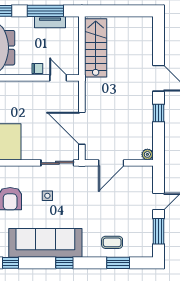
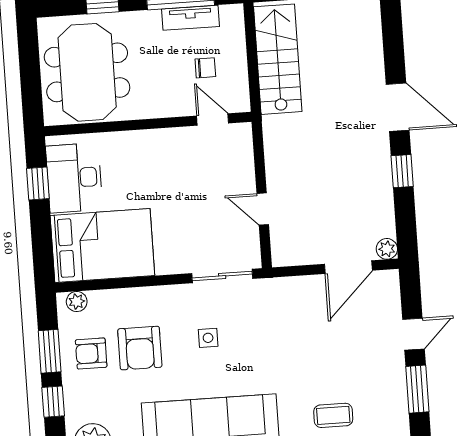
chair: (37, 68) -> (205, 68), moved
door: (82, 128) -> (263, 209), width x0.53
door: (111, 163) -> (348, 267), moved

